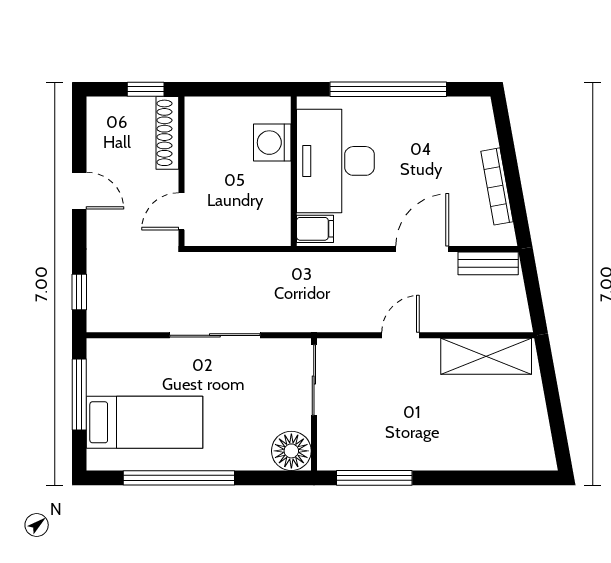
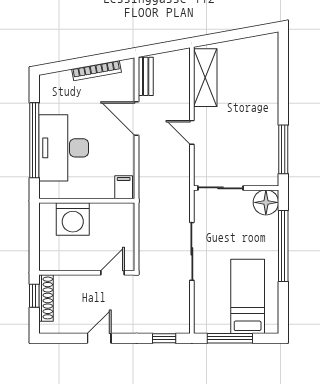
shoe rack: (167, 133) -> (46, 298), moved, turned -90
washing machine: (272, 143) -> (73, 219), width x1.37, depth x1.37
desk: (335, 161) -> (64, 148), moved, turned 90
door: (181, 211) -> (112, 273), swing flipped
window: (179, 478) -> (283, 246), moved

